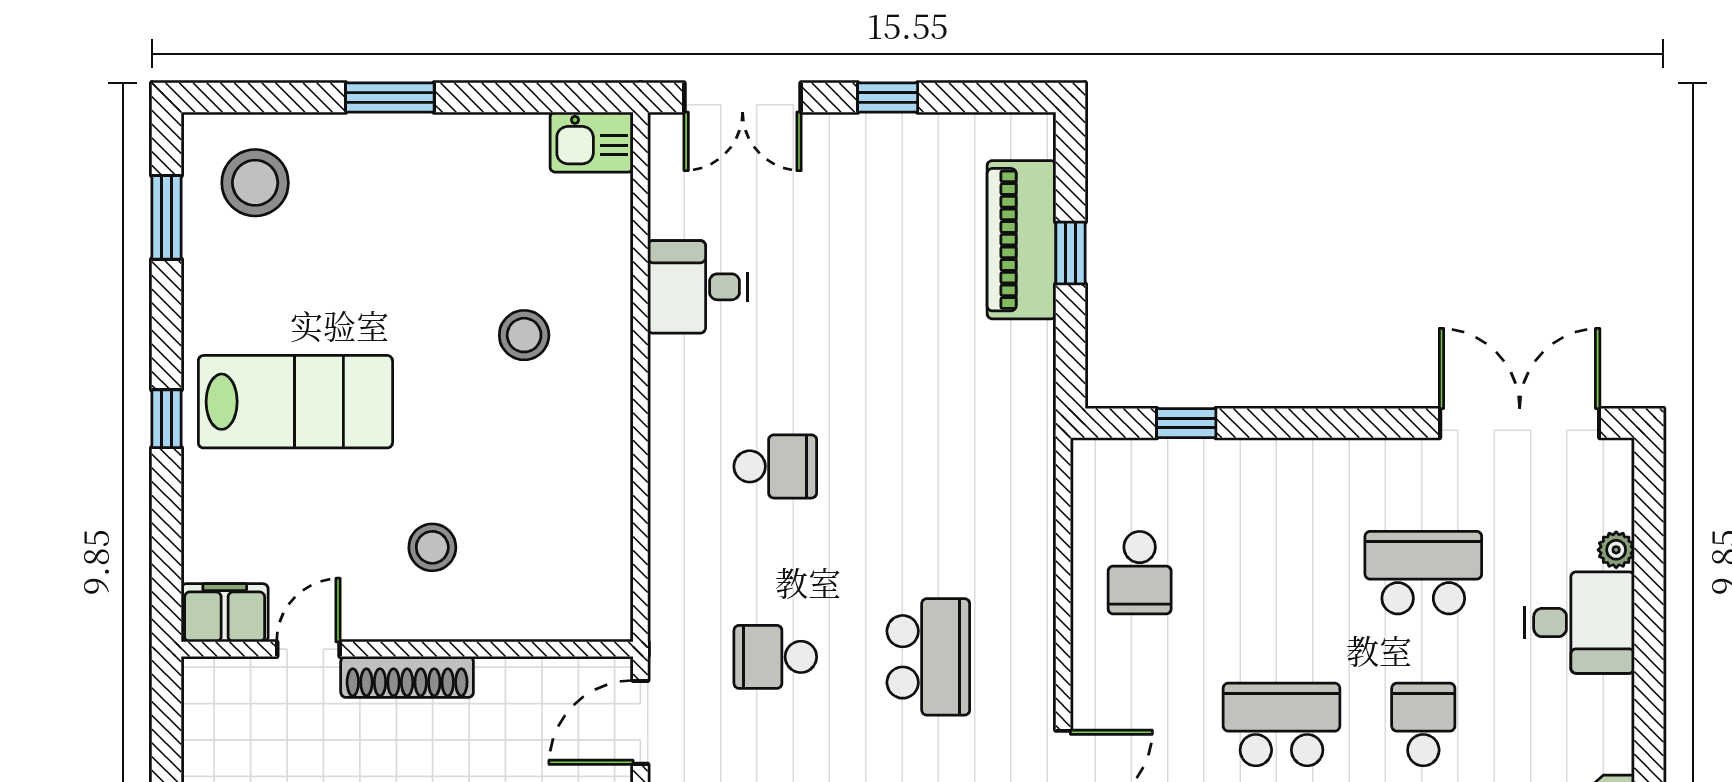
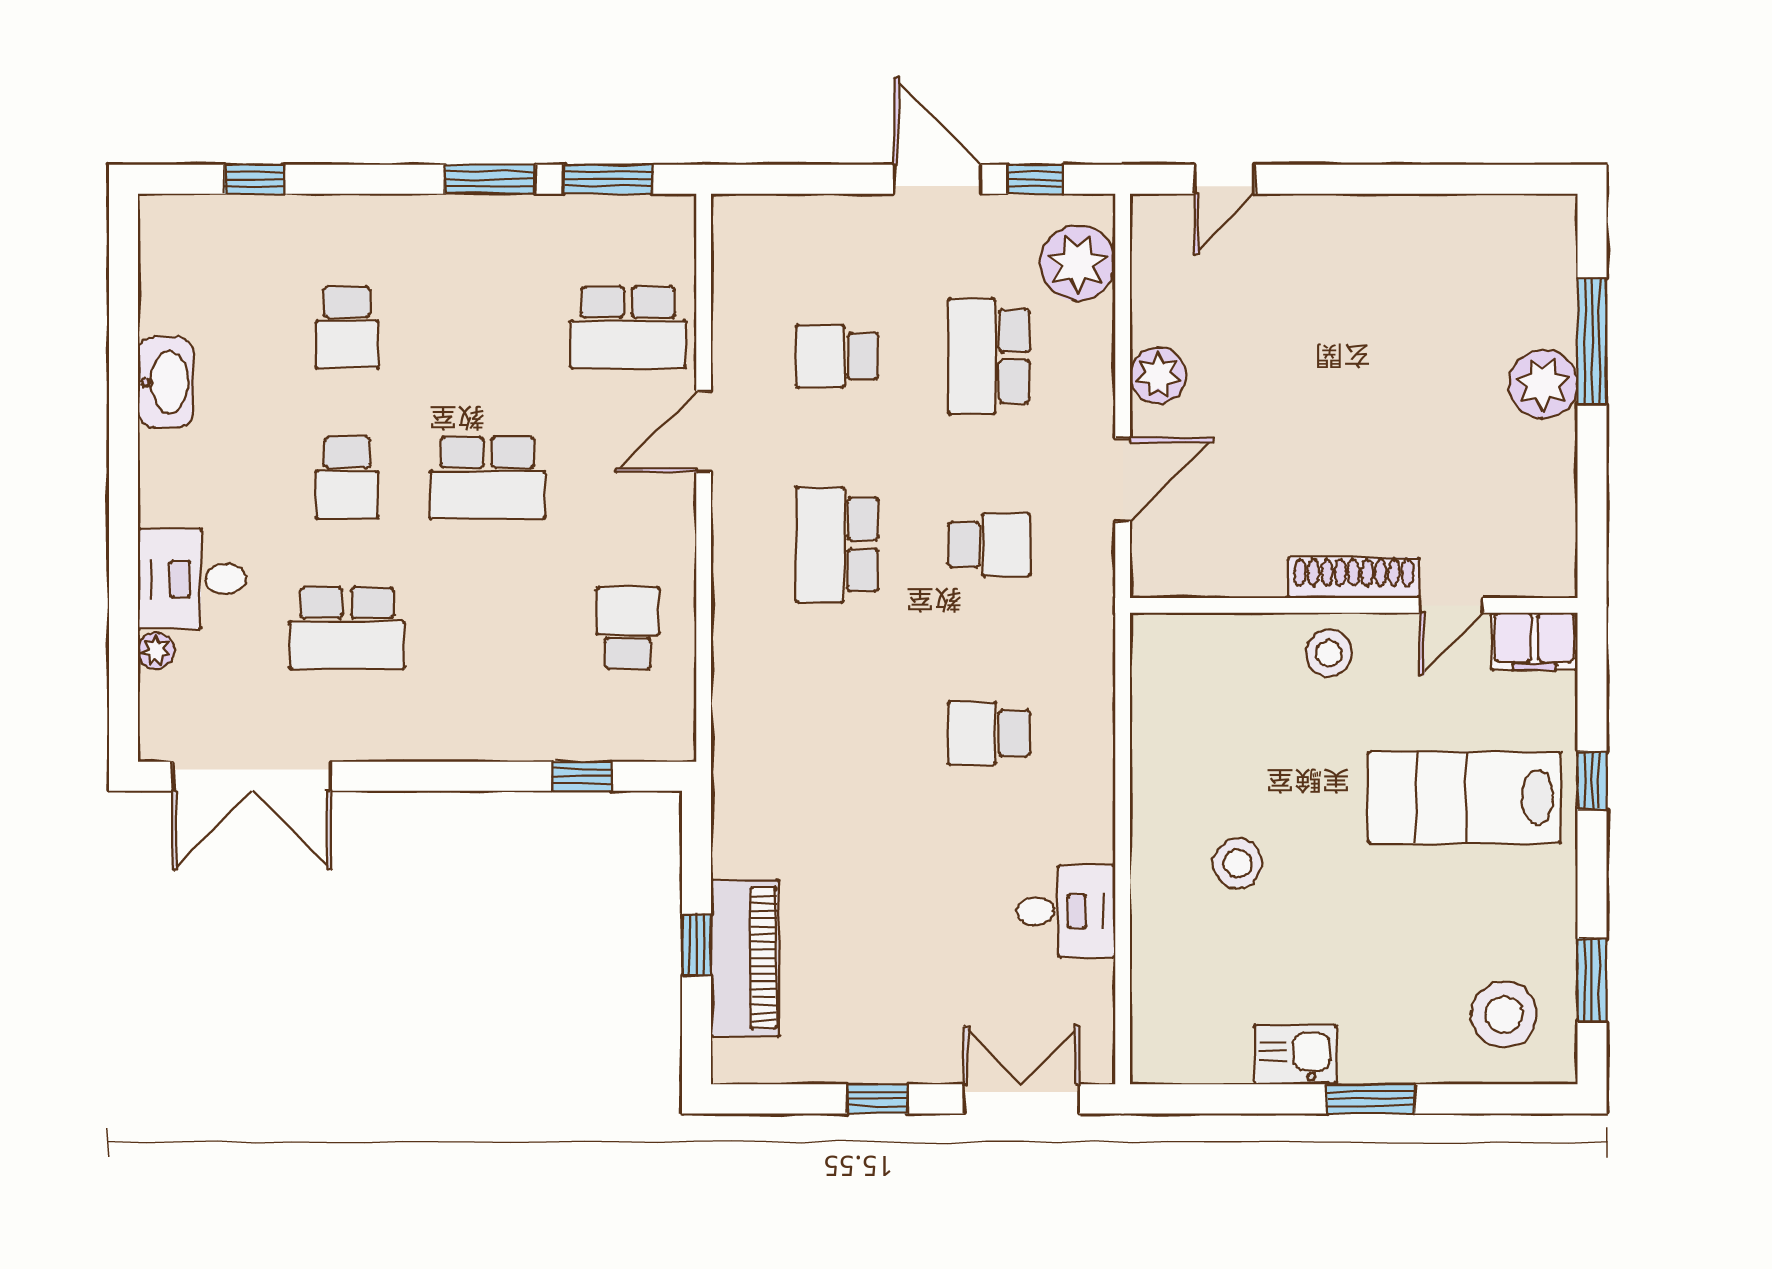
kitchen sink: (592, 142) -> (1295, 1055), moved
filing cabinet: (225, 613) -> (1534, 641), moved
door: (308, 649) -> (1451, 605), moved
wall: (407, 649) -> (1354, 605), moved
shoe rack: (407, 677) -> (1354, 578), moved

